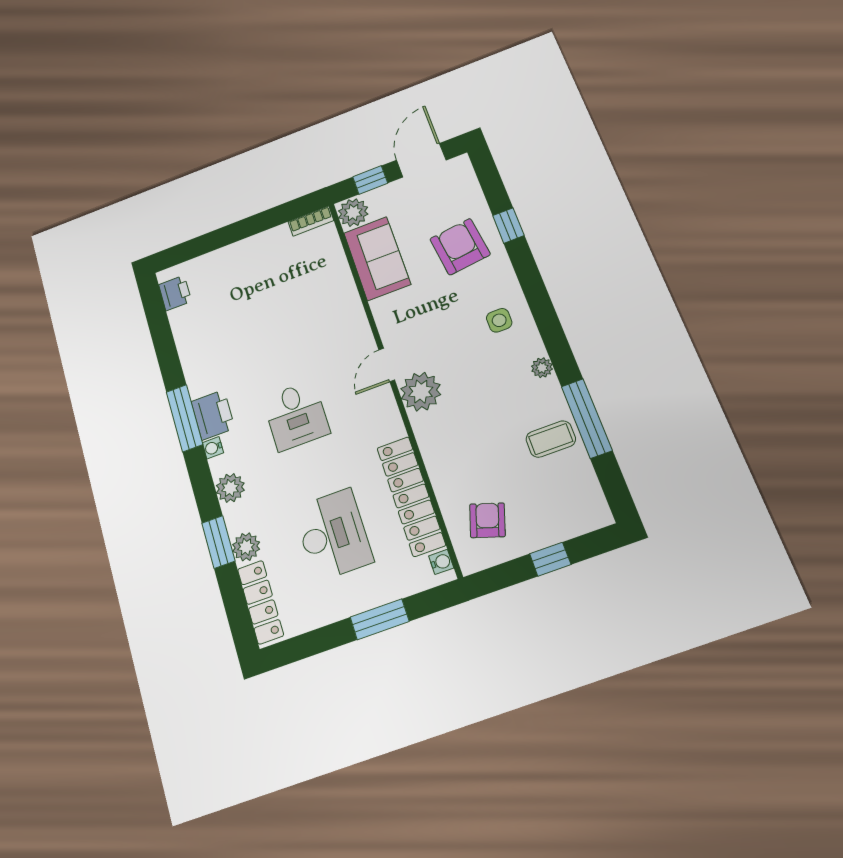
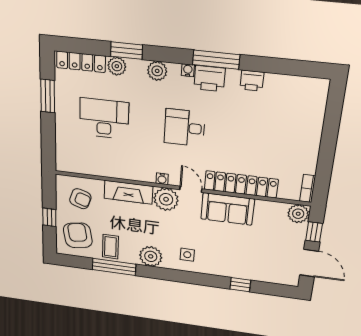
armchair: (460, 247) -> (78, 235), moved, turned -93
sofa: (377, 259) -> (228, 209), moved
printer: (175, 293) -> (252, 81), moved
plant: (542, 368) -> (151, 256), width x1.88, depth x1.88
fireplace: (437, 451) -> (128, 192), added
locker: (411, 496) -> (241, 184), moved
desk: (333, 535) -> (104, 119), turned 180
water cooler: (441, 562) -> (162, 179), moved
window: (379, 619) -> (48, 96), moved

